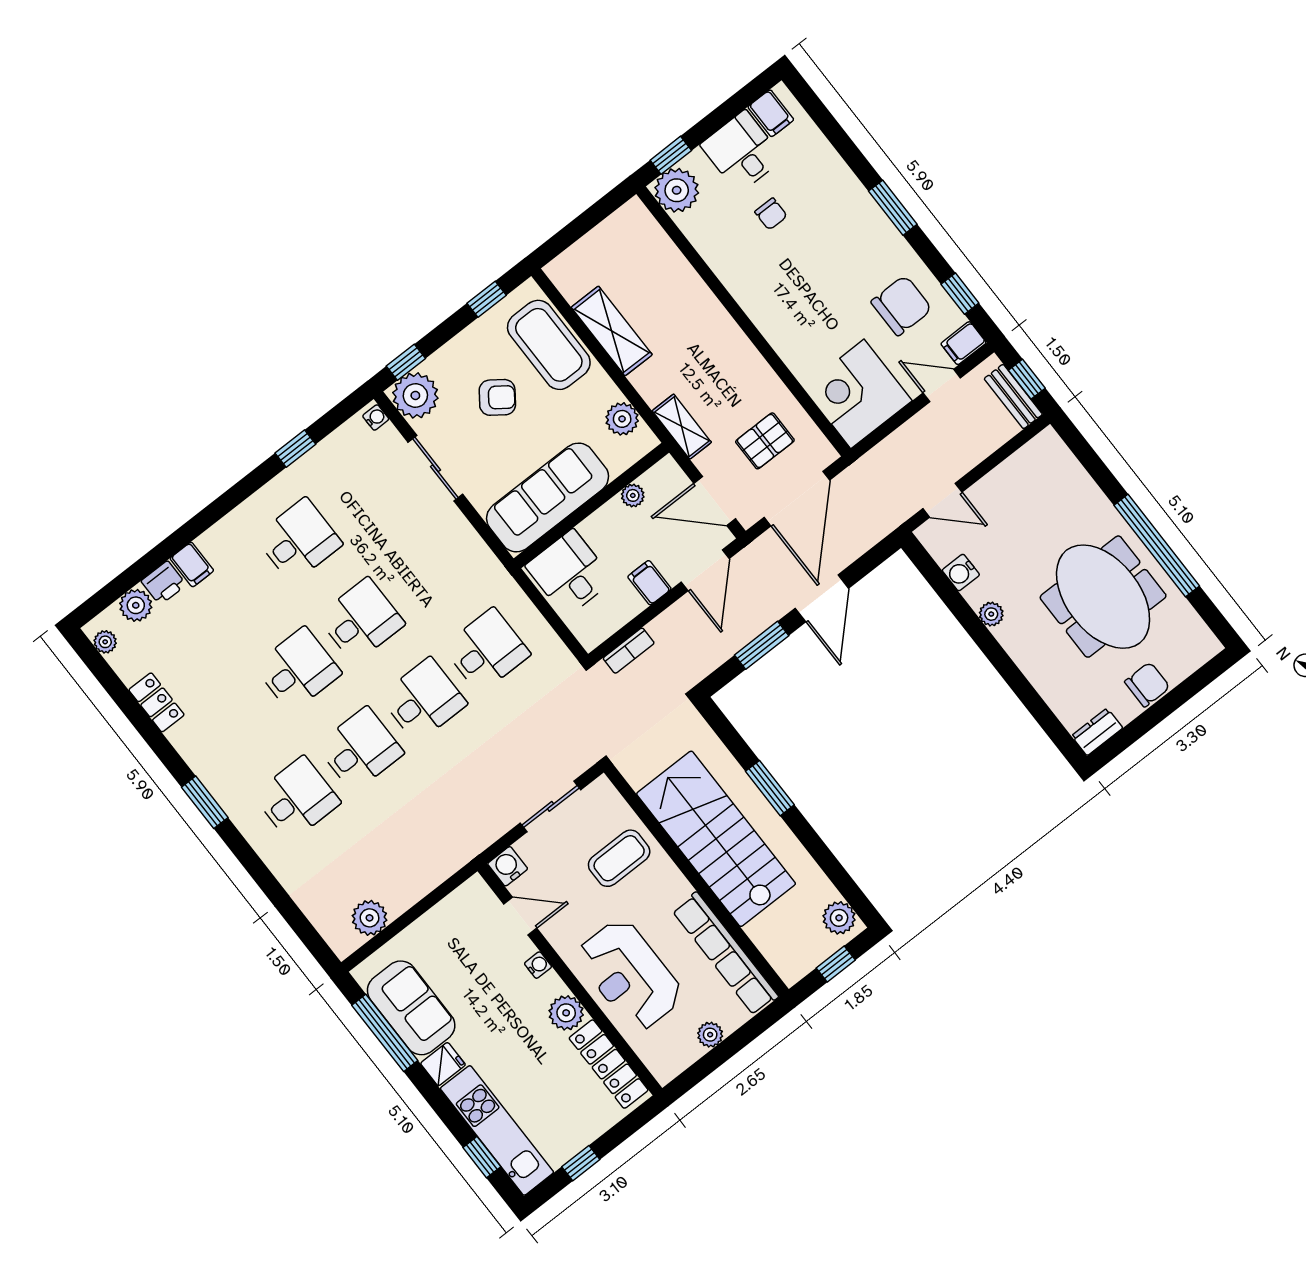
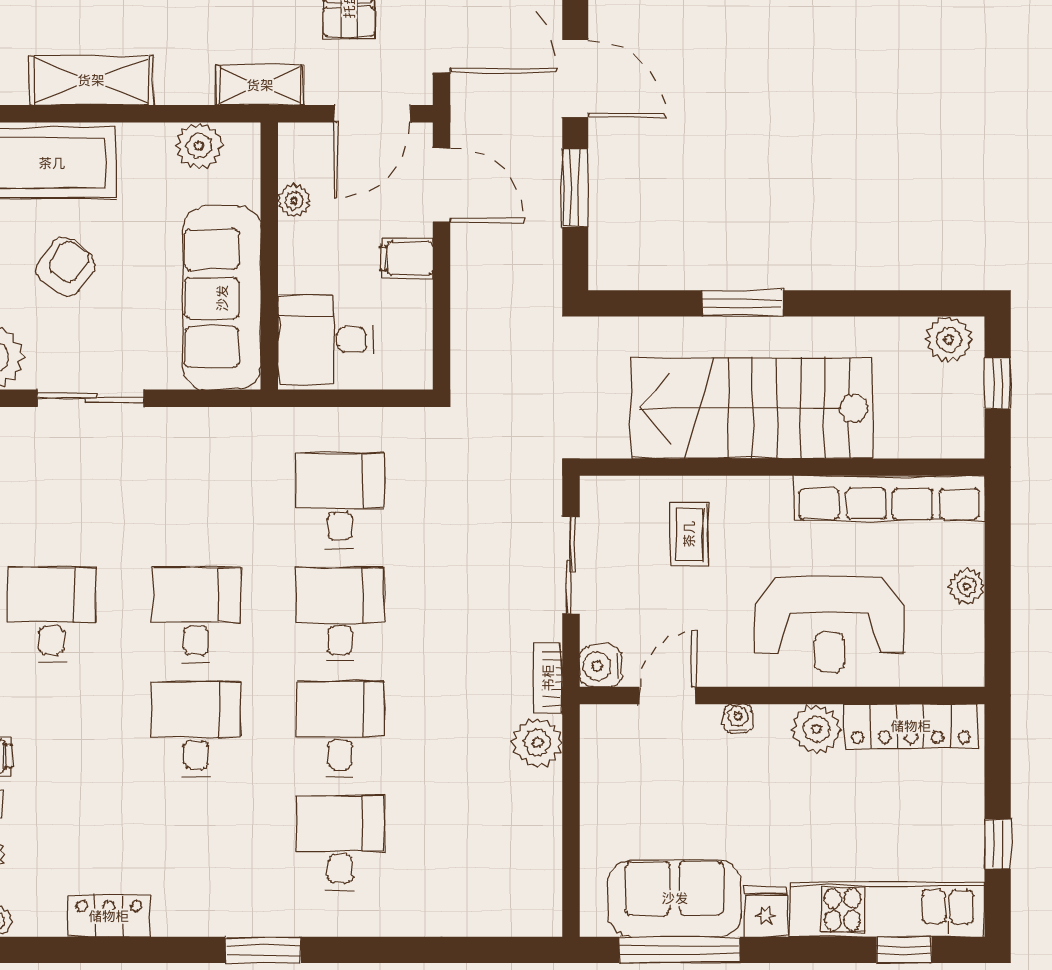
bookcase: (629, 651) -> (548, 678), moved, turned 180
coffee table: (619, 858) -> (689, 534), width x0.73, depth x0.77
plant: (370, 918) -> (537, 743), moved

